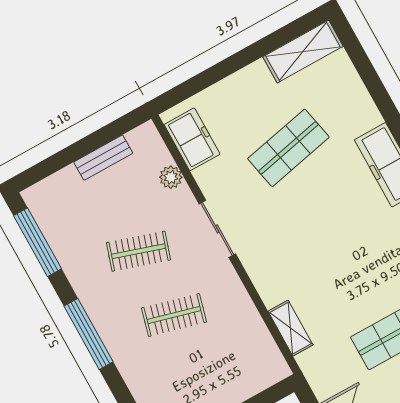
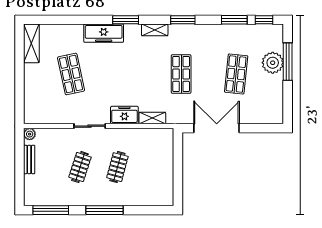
freezer: (192, 139) -> (124, 115), moved
plant: (171, 177) -> (30, 134), moved

